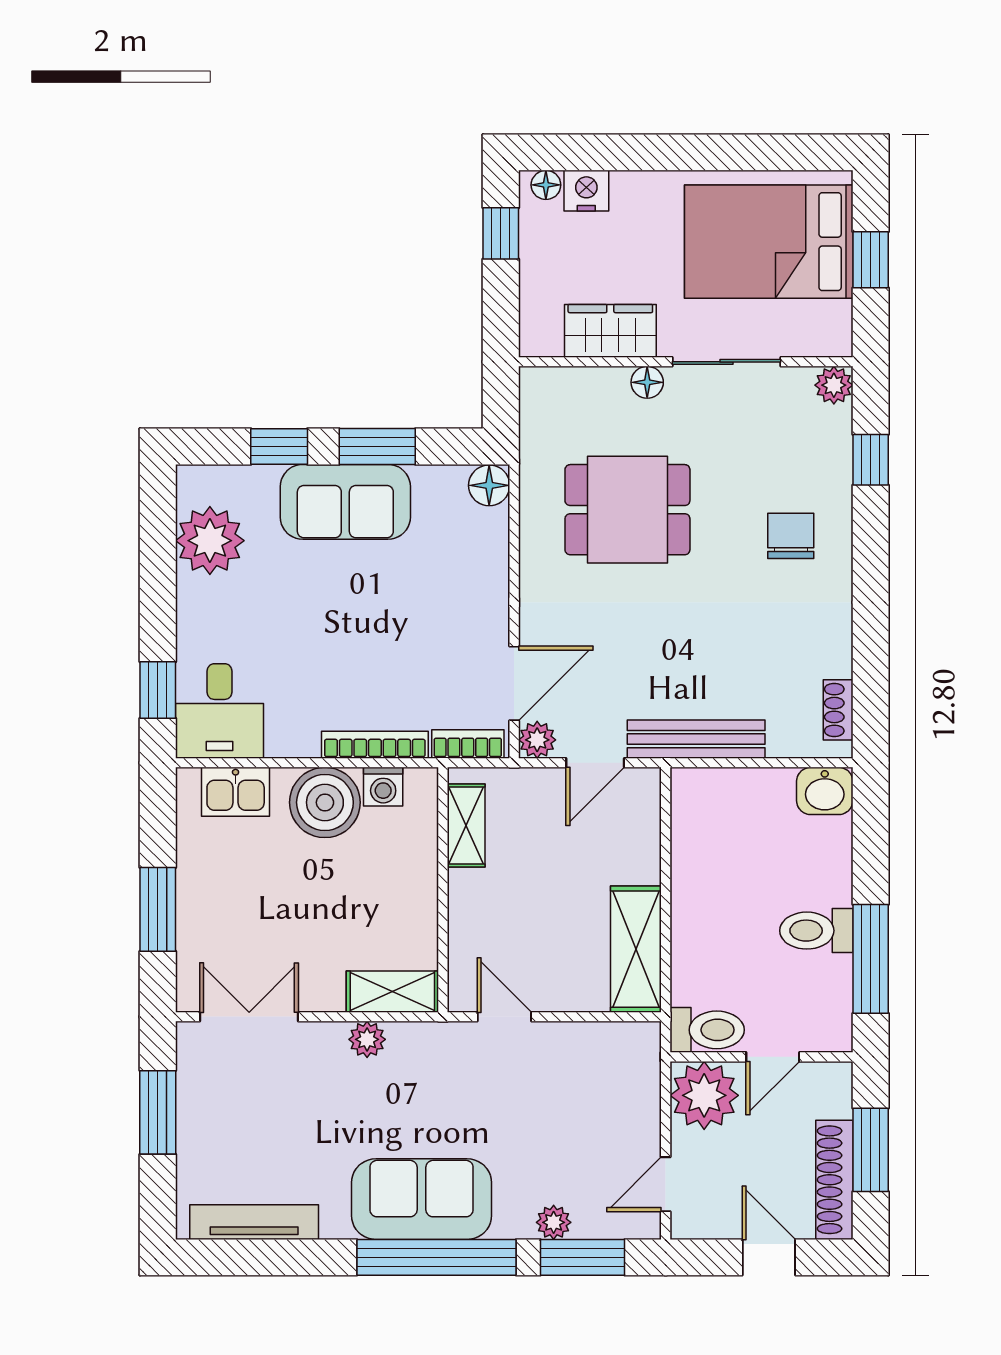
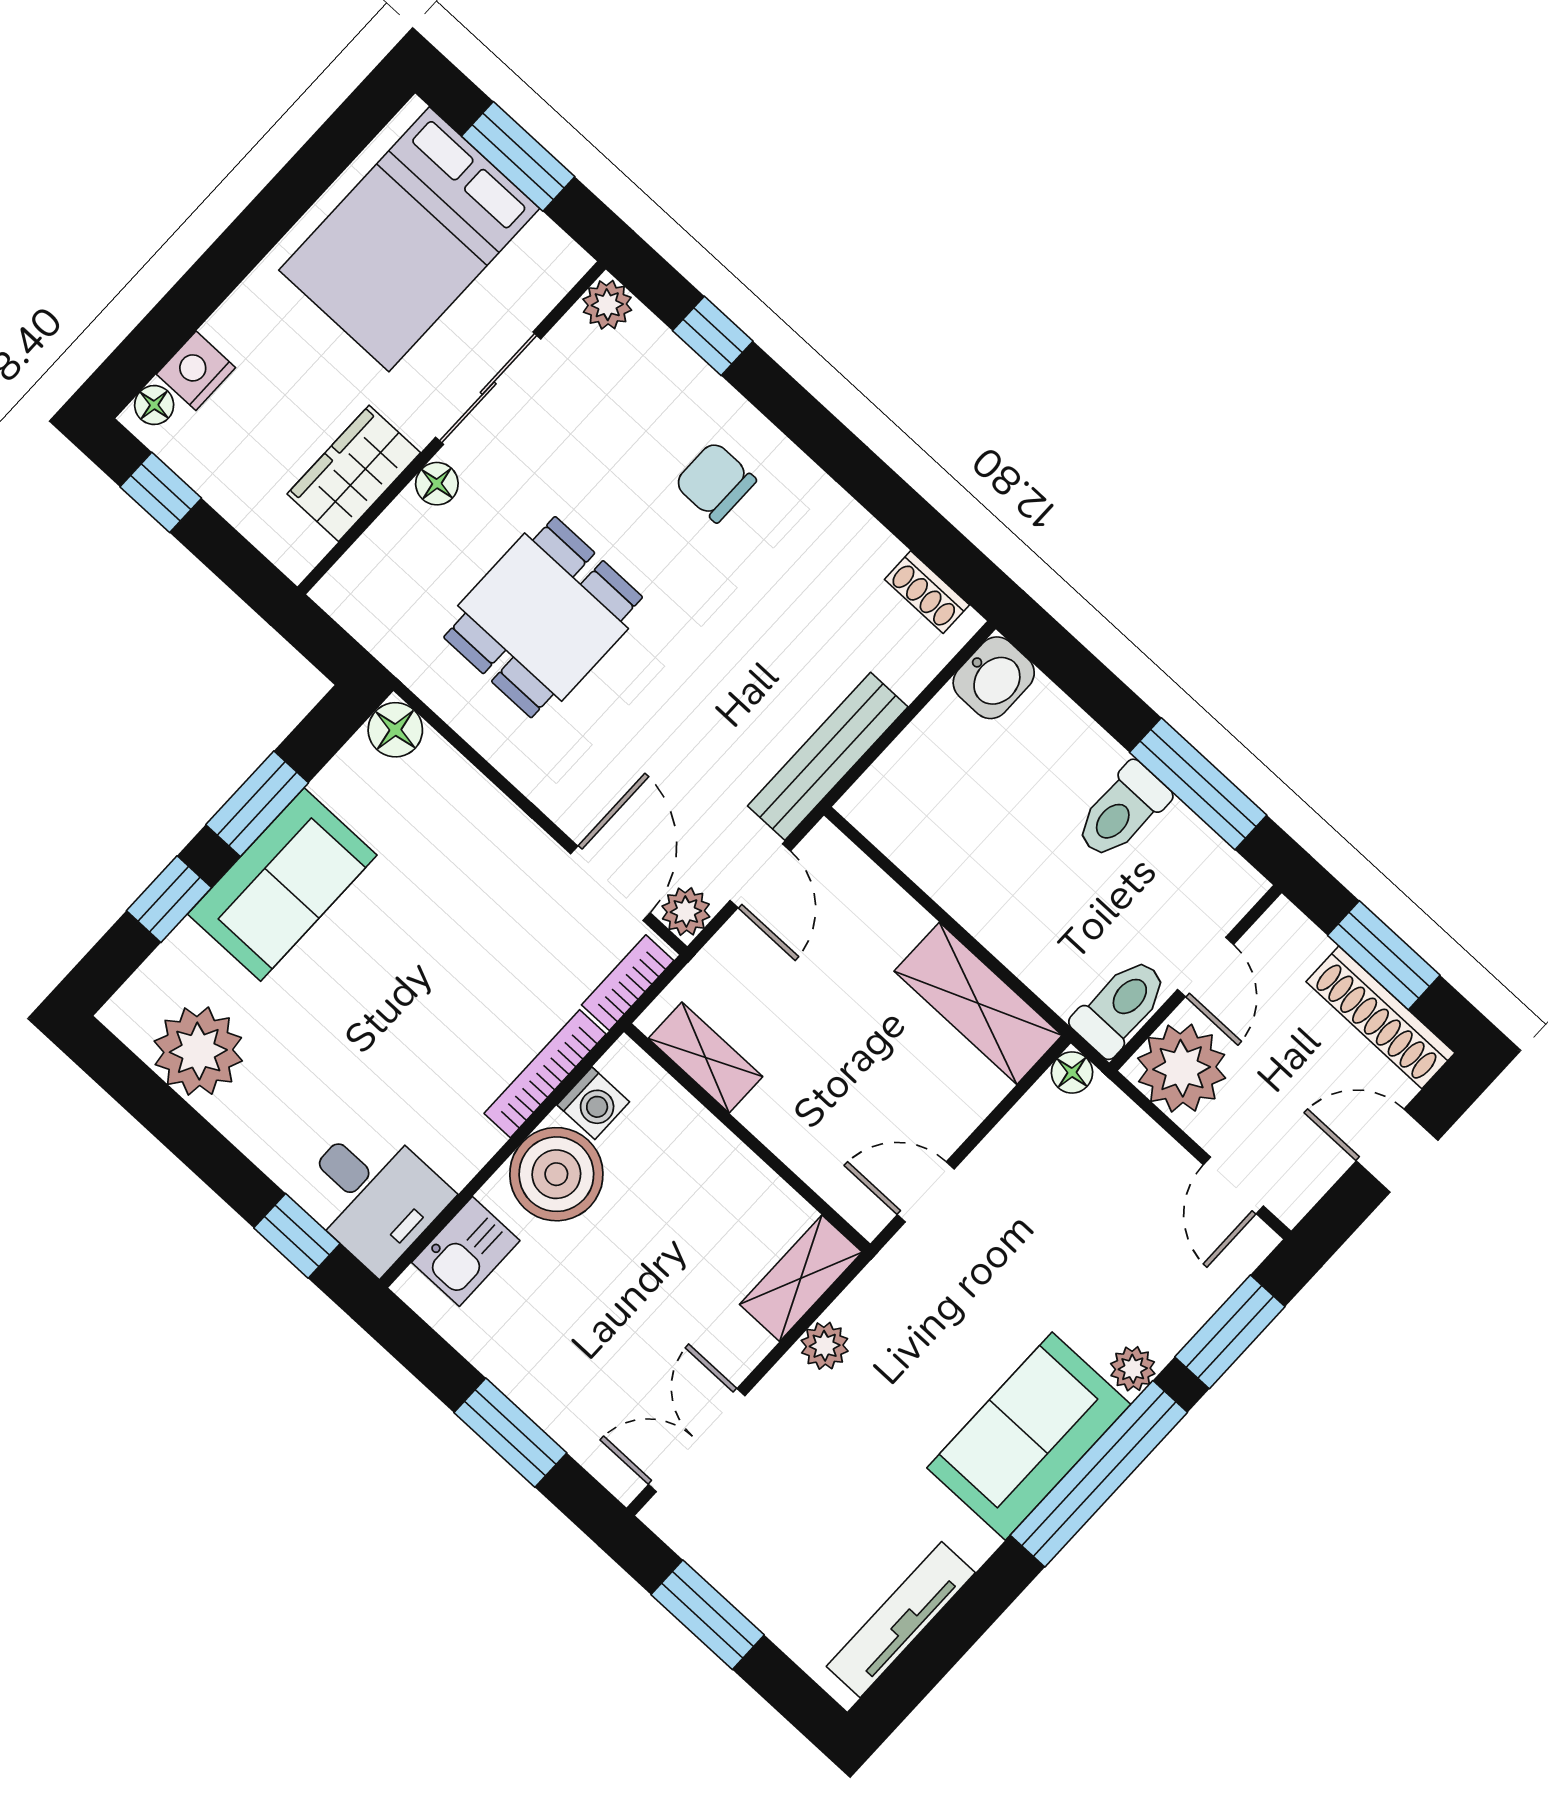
window: (871, 260) -> (518, 156), width x1.50
floor lamp: (646, 1037) -> (1072, 1072), added
plant: (554, 1222) -> (1133, 1369), moved

